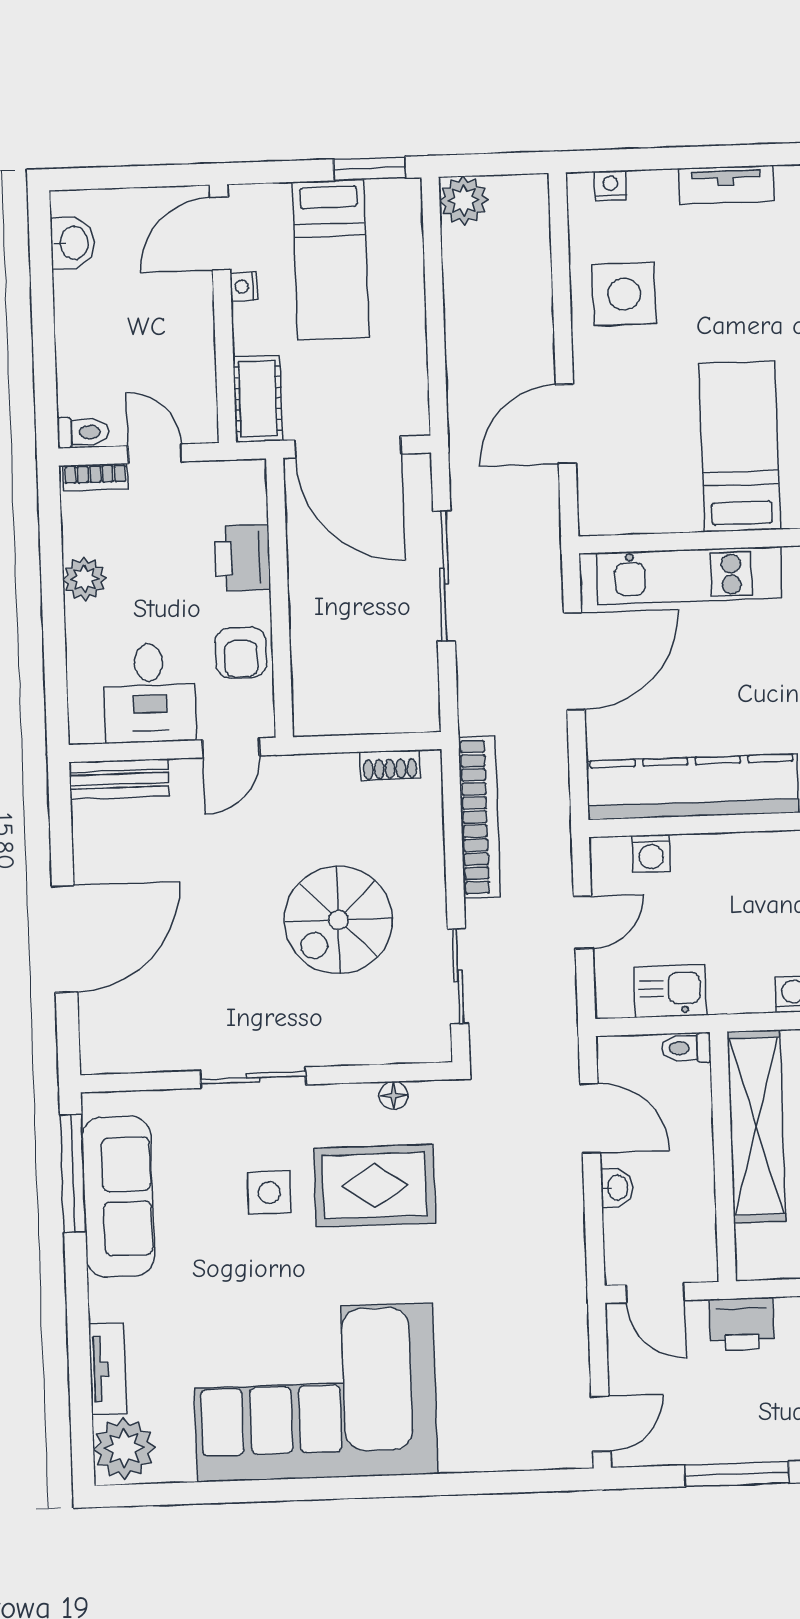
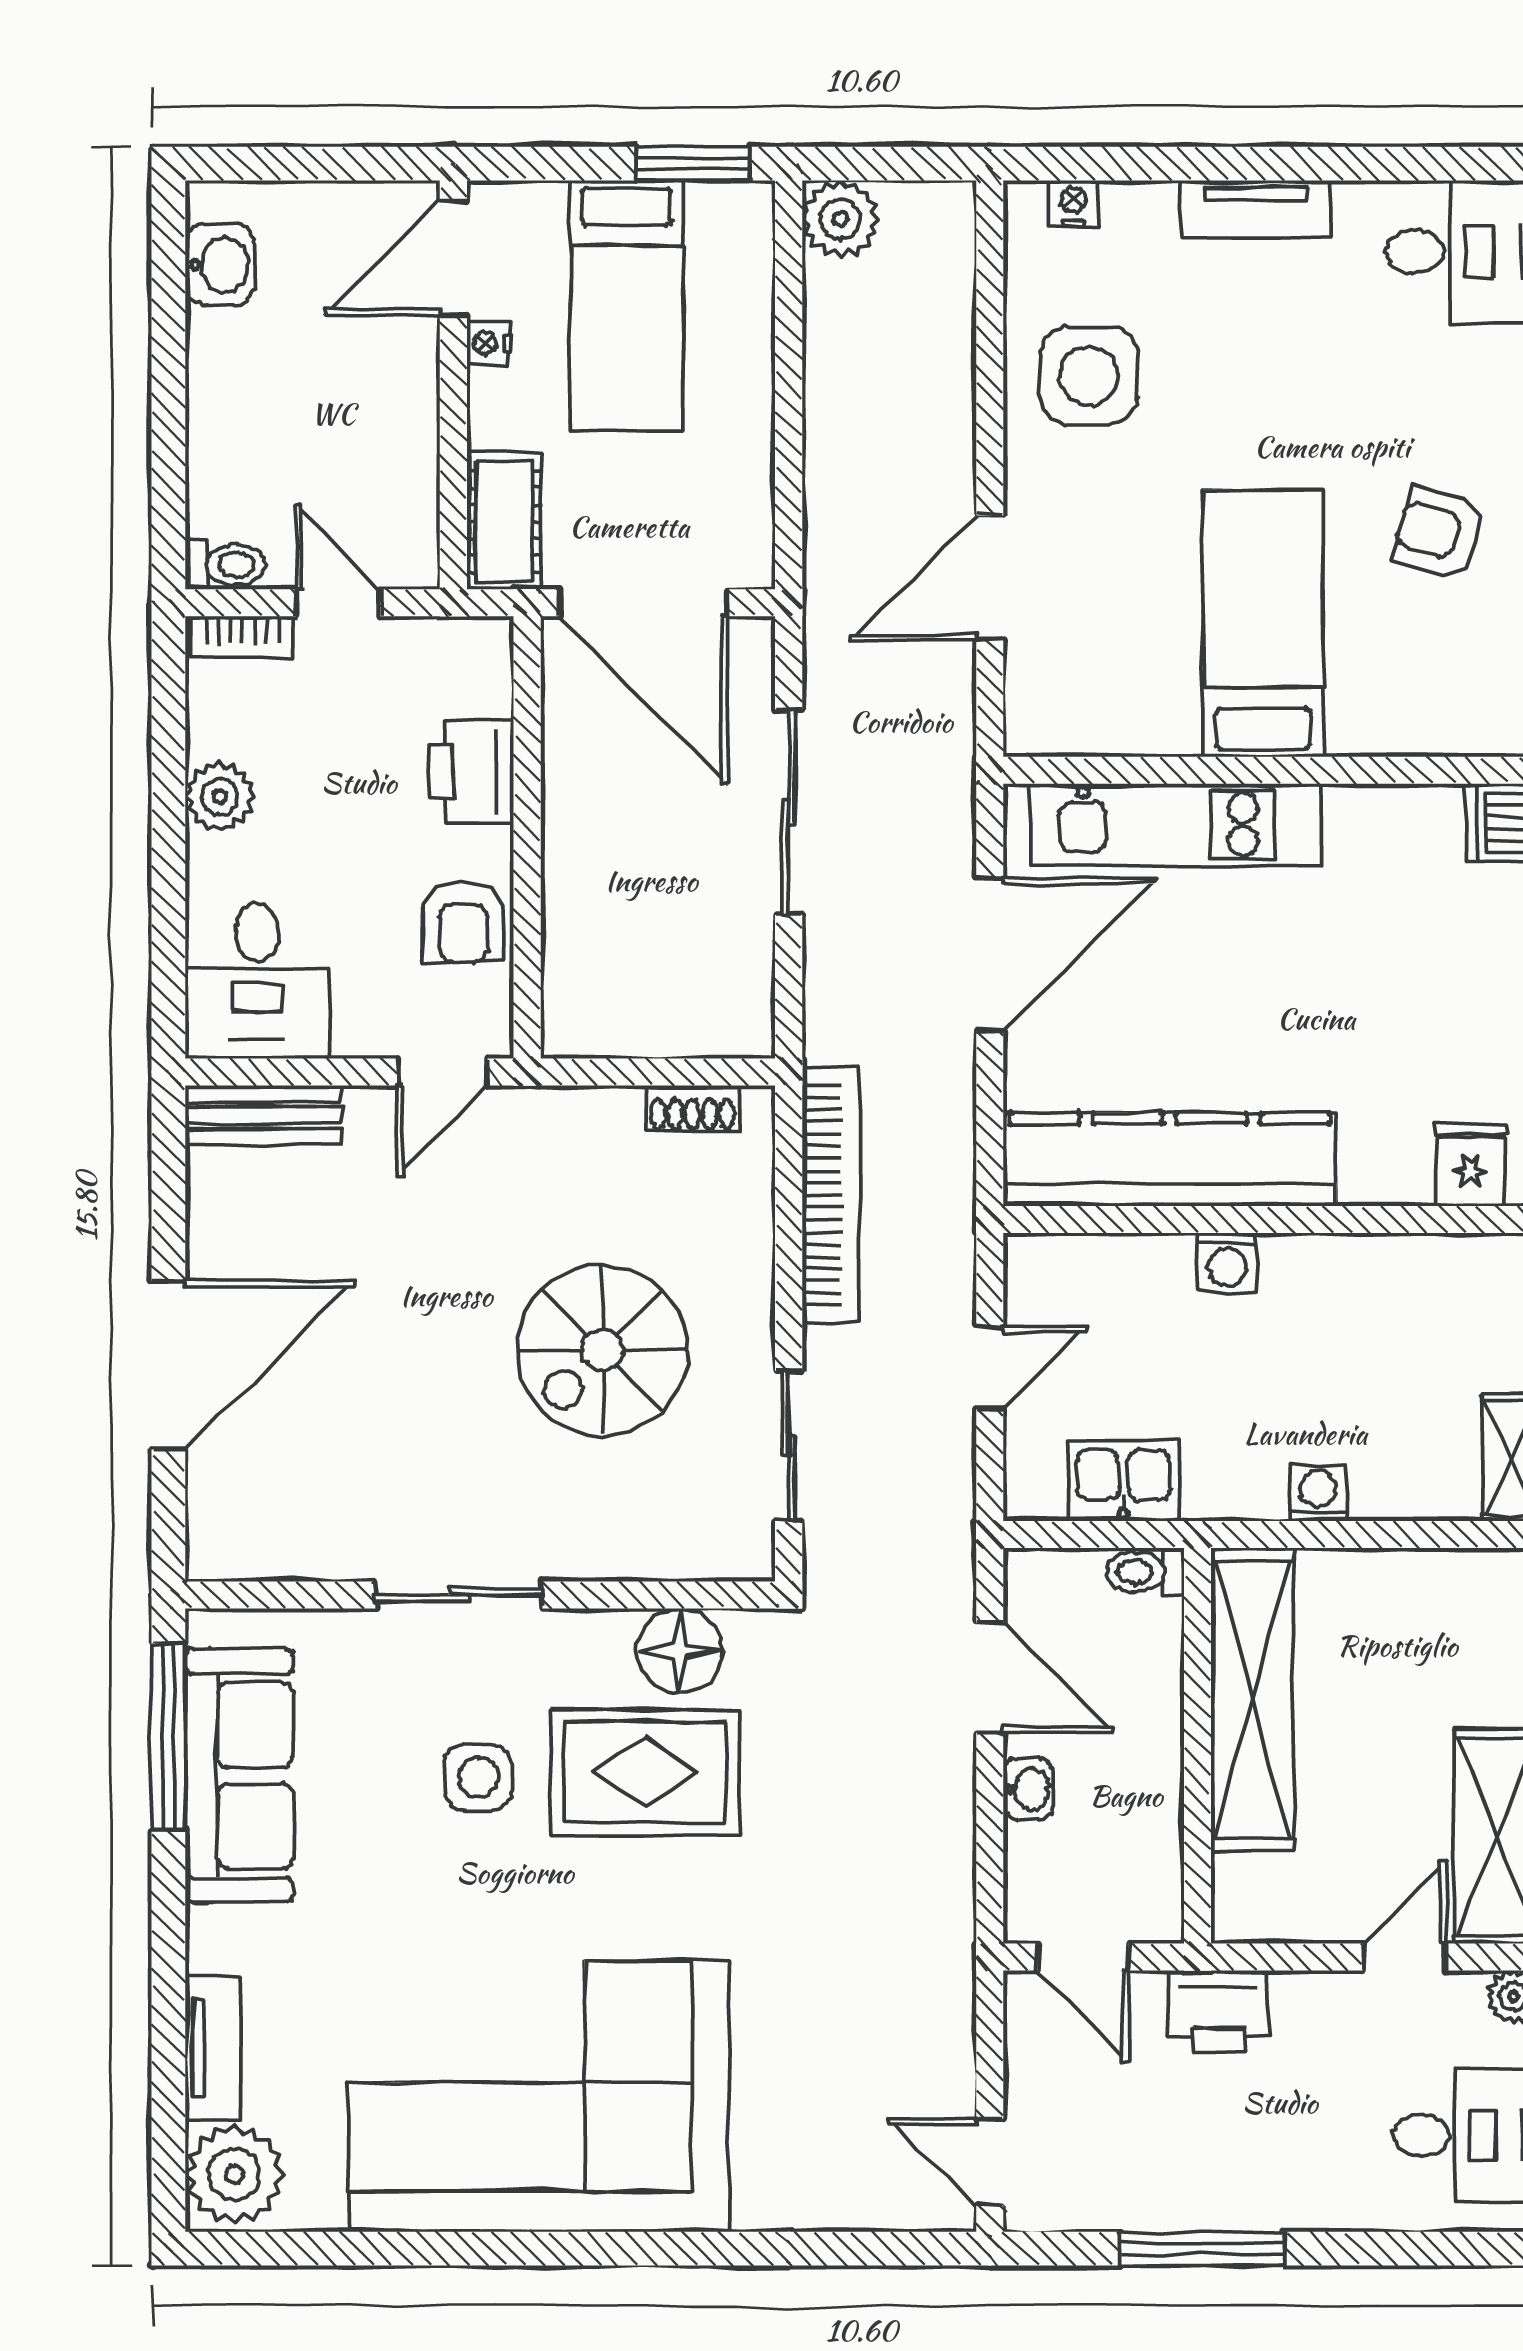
desk: (150, 693) -> (257, 981), moved
washing machine: (651, 854) -> (1227, 1262), moved
floor lamp: (394, 1096) -> (680, 1651), width x1.89, depth x1.89
door: (601, 1424) -> (990, 2162), swing flipped

